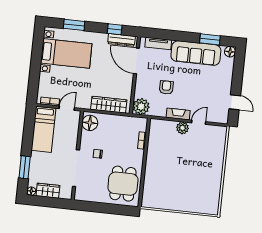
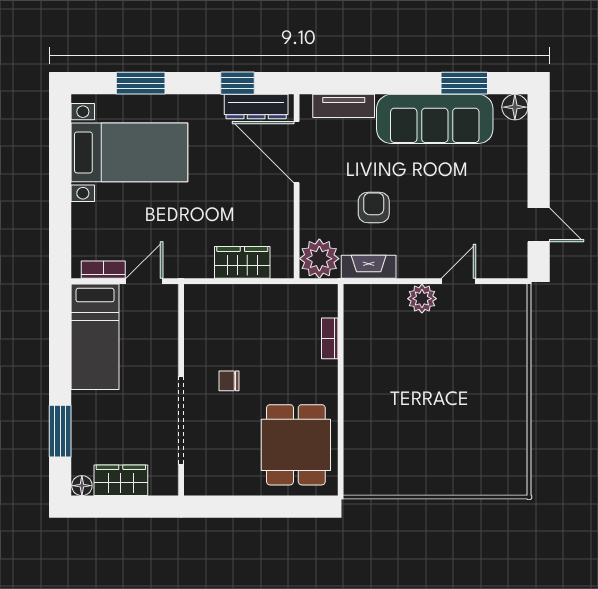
wardrobe: (109, 105) -> (242, 262), width x0.67
fireplace: (178, 114) -> (369, 267), moved
floor lamp: (90, 123) -> (202, 310), removed

